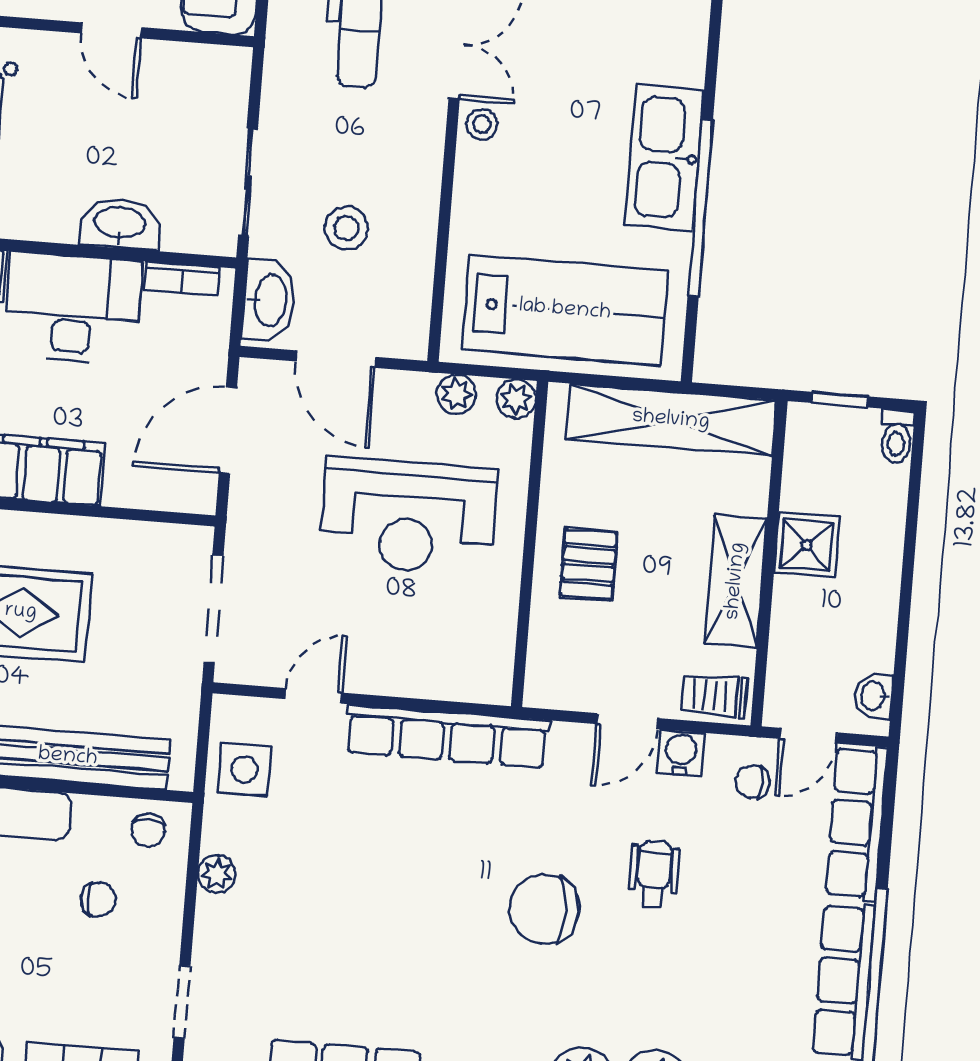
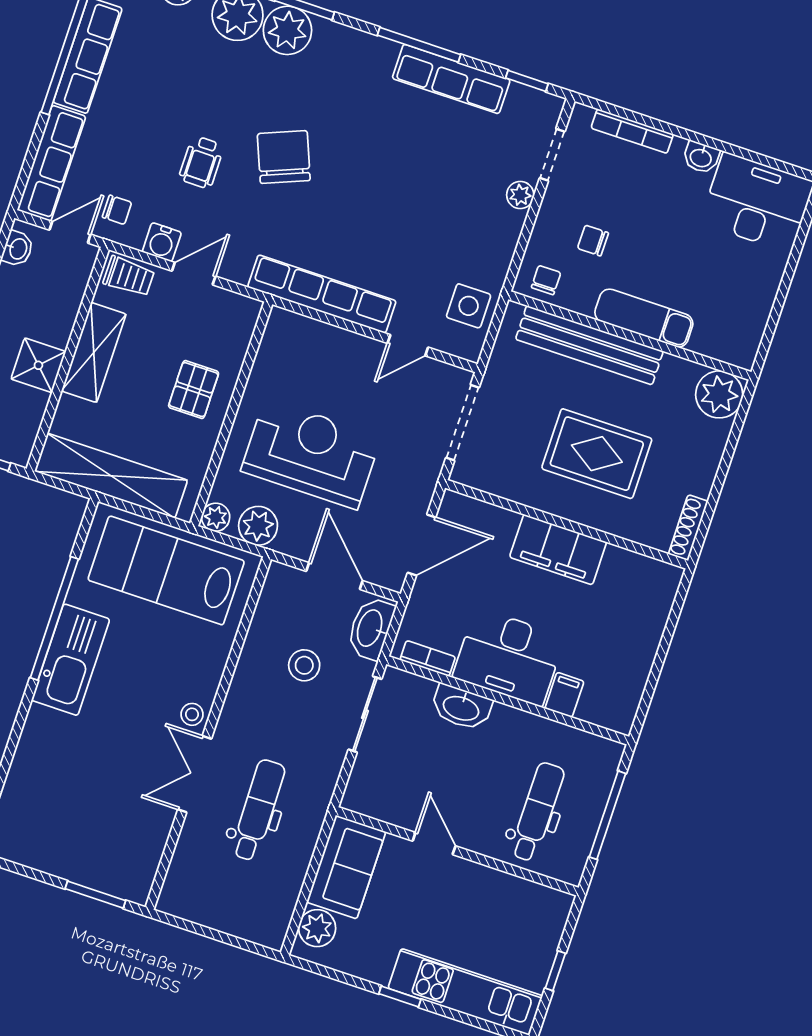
plant: (456, 394) -> (258, 526), width x1.38, depth x1.38
plant: (217, 874) -> (520, 195), moved
chair: (544, 909) -> (284, 157), turned -112

